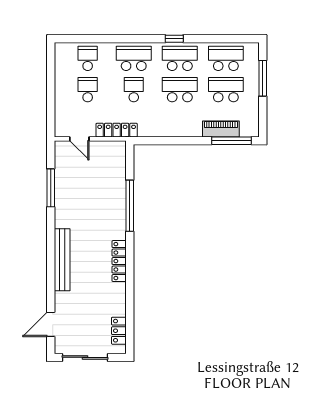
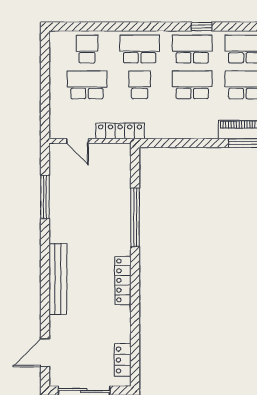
window: (174, 39) -> (202, 27), moved
school desk: (88, 90) -> (87, 85), width x1.85

